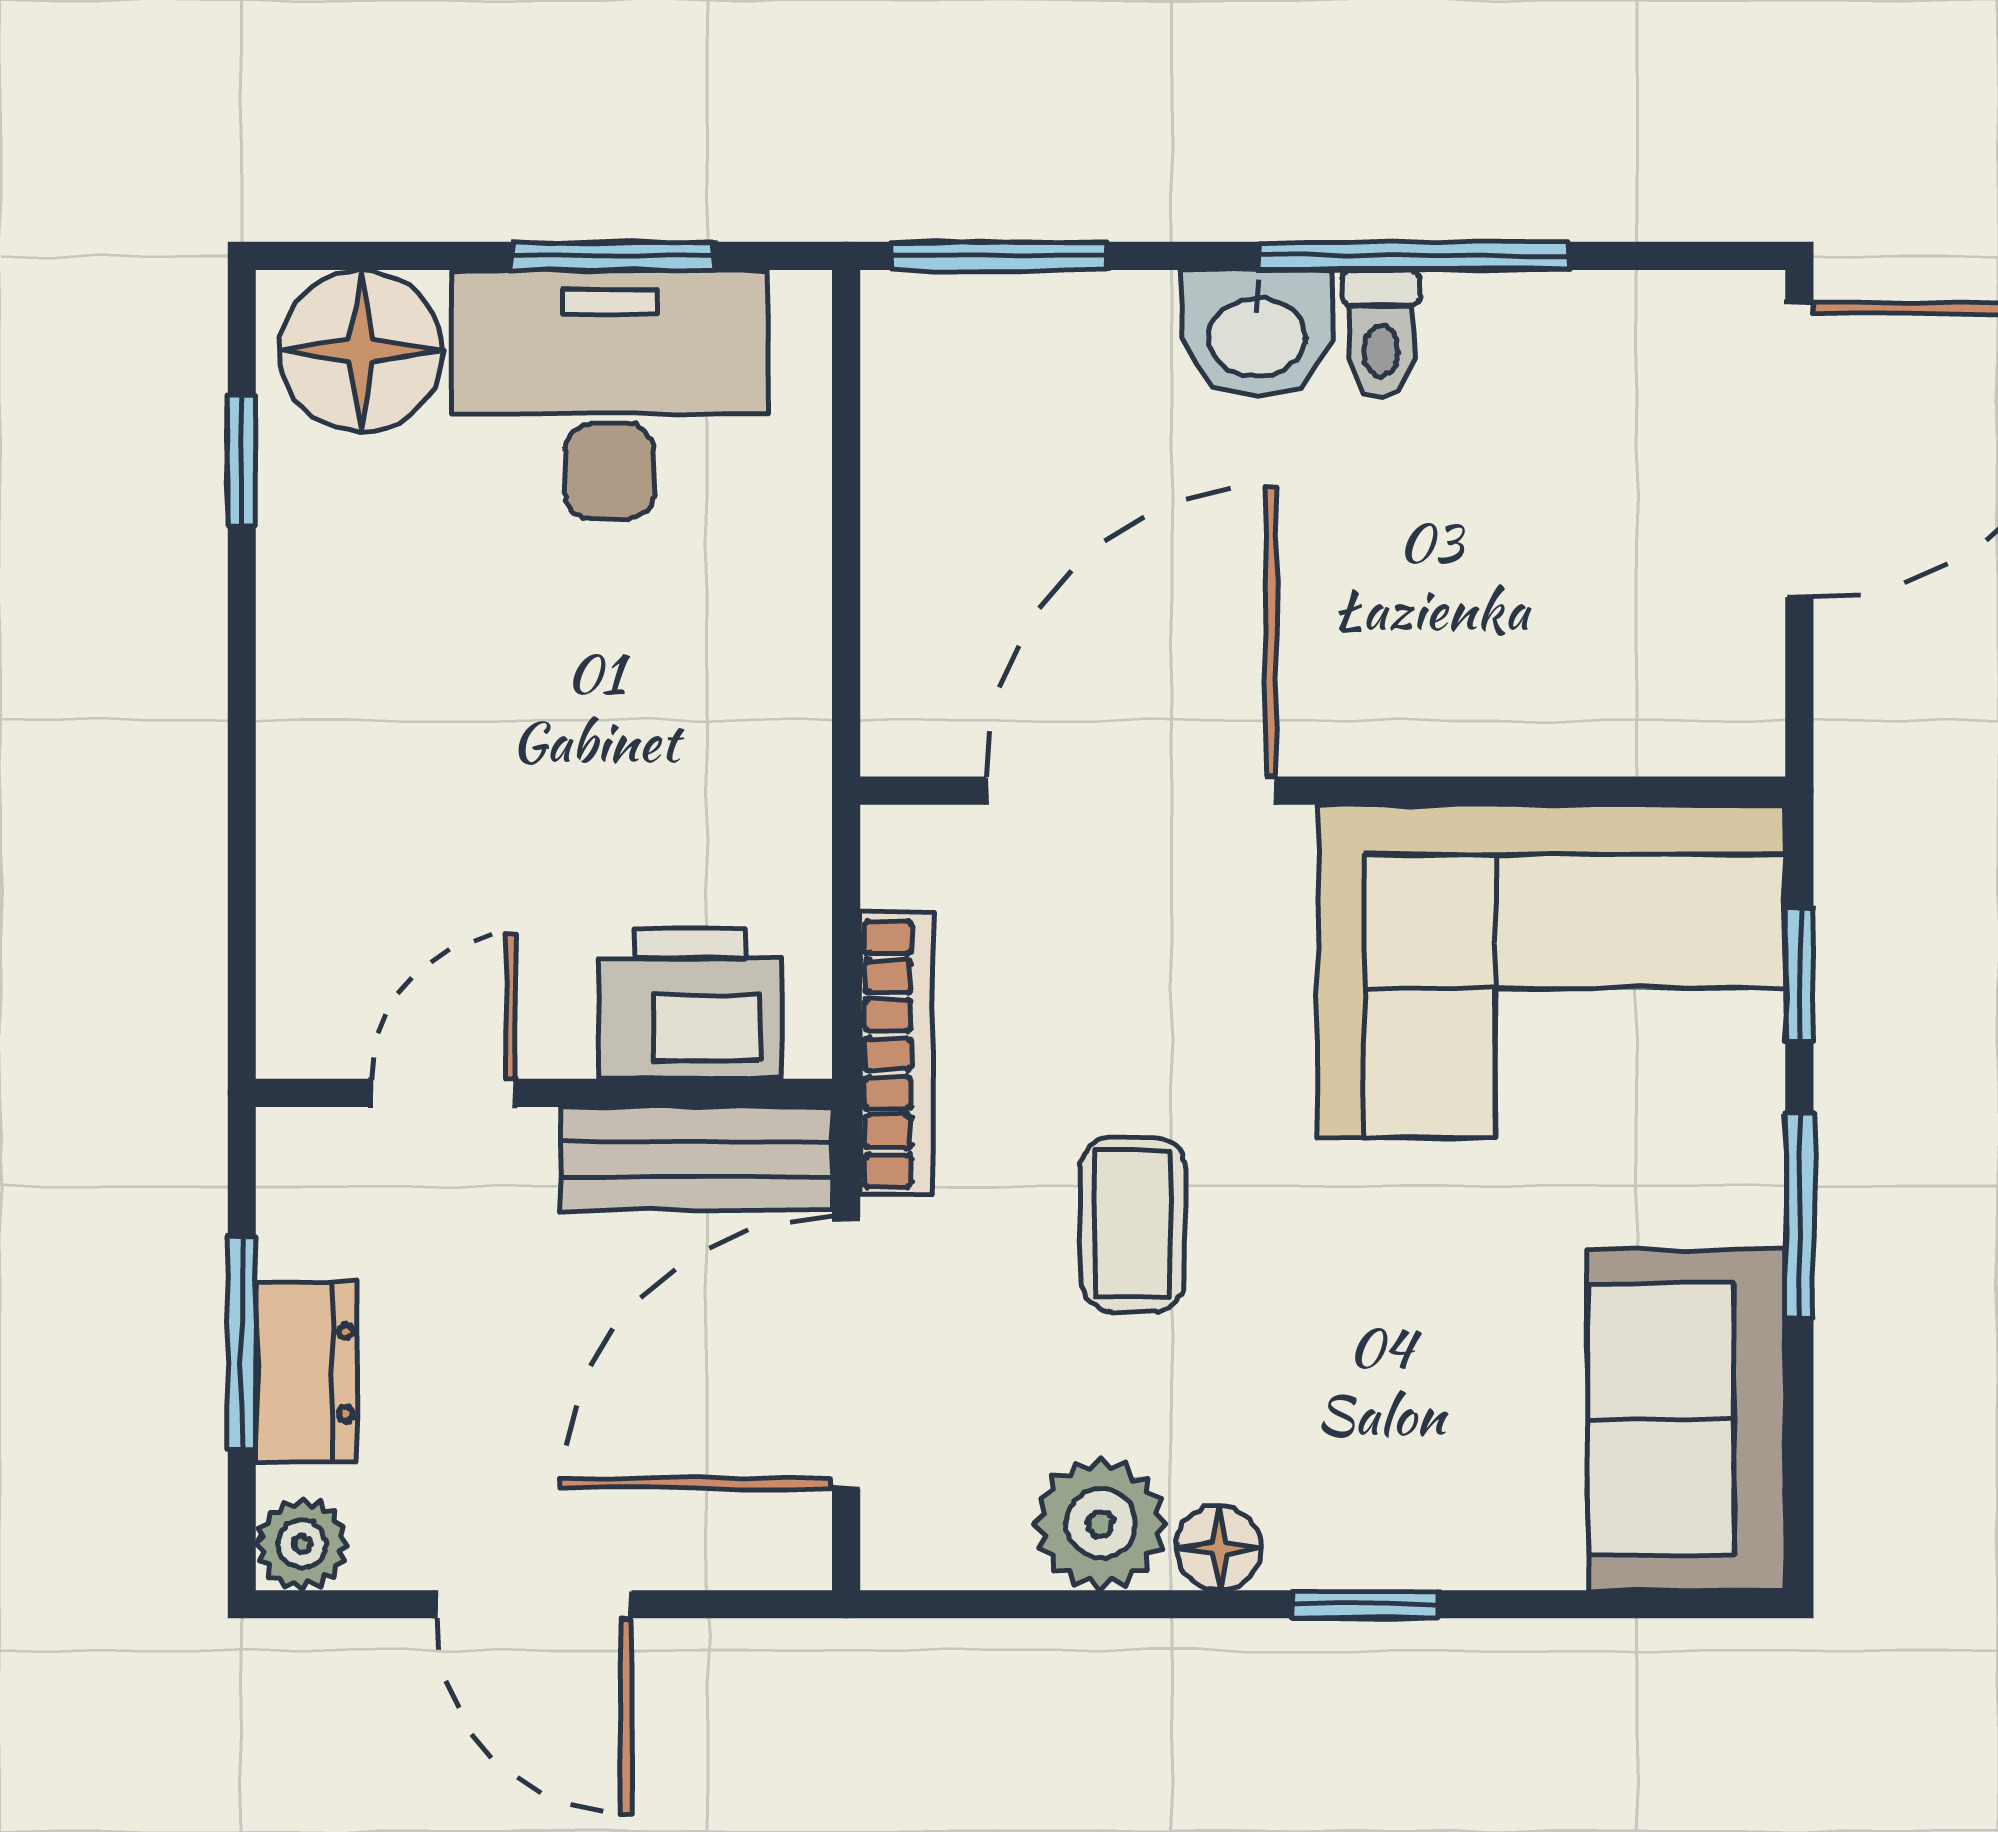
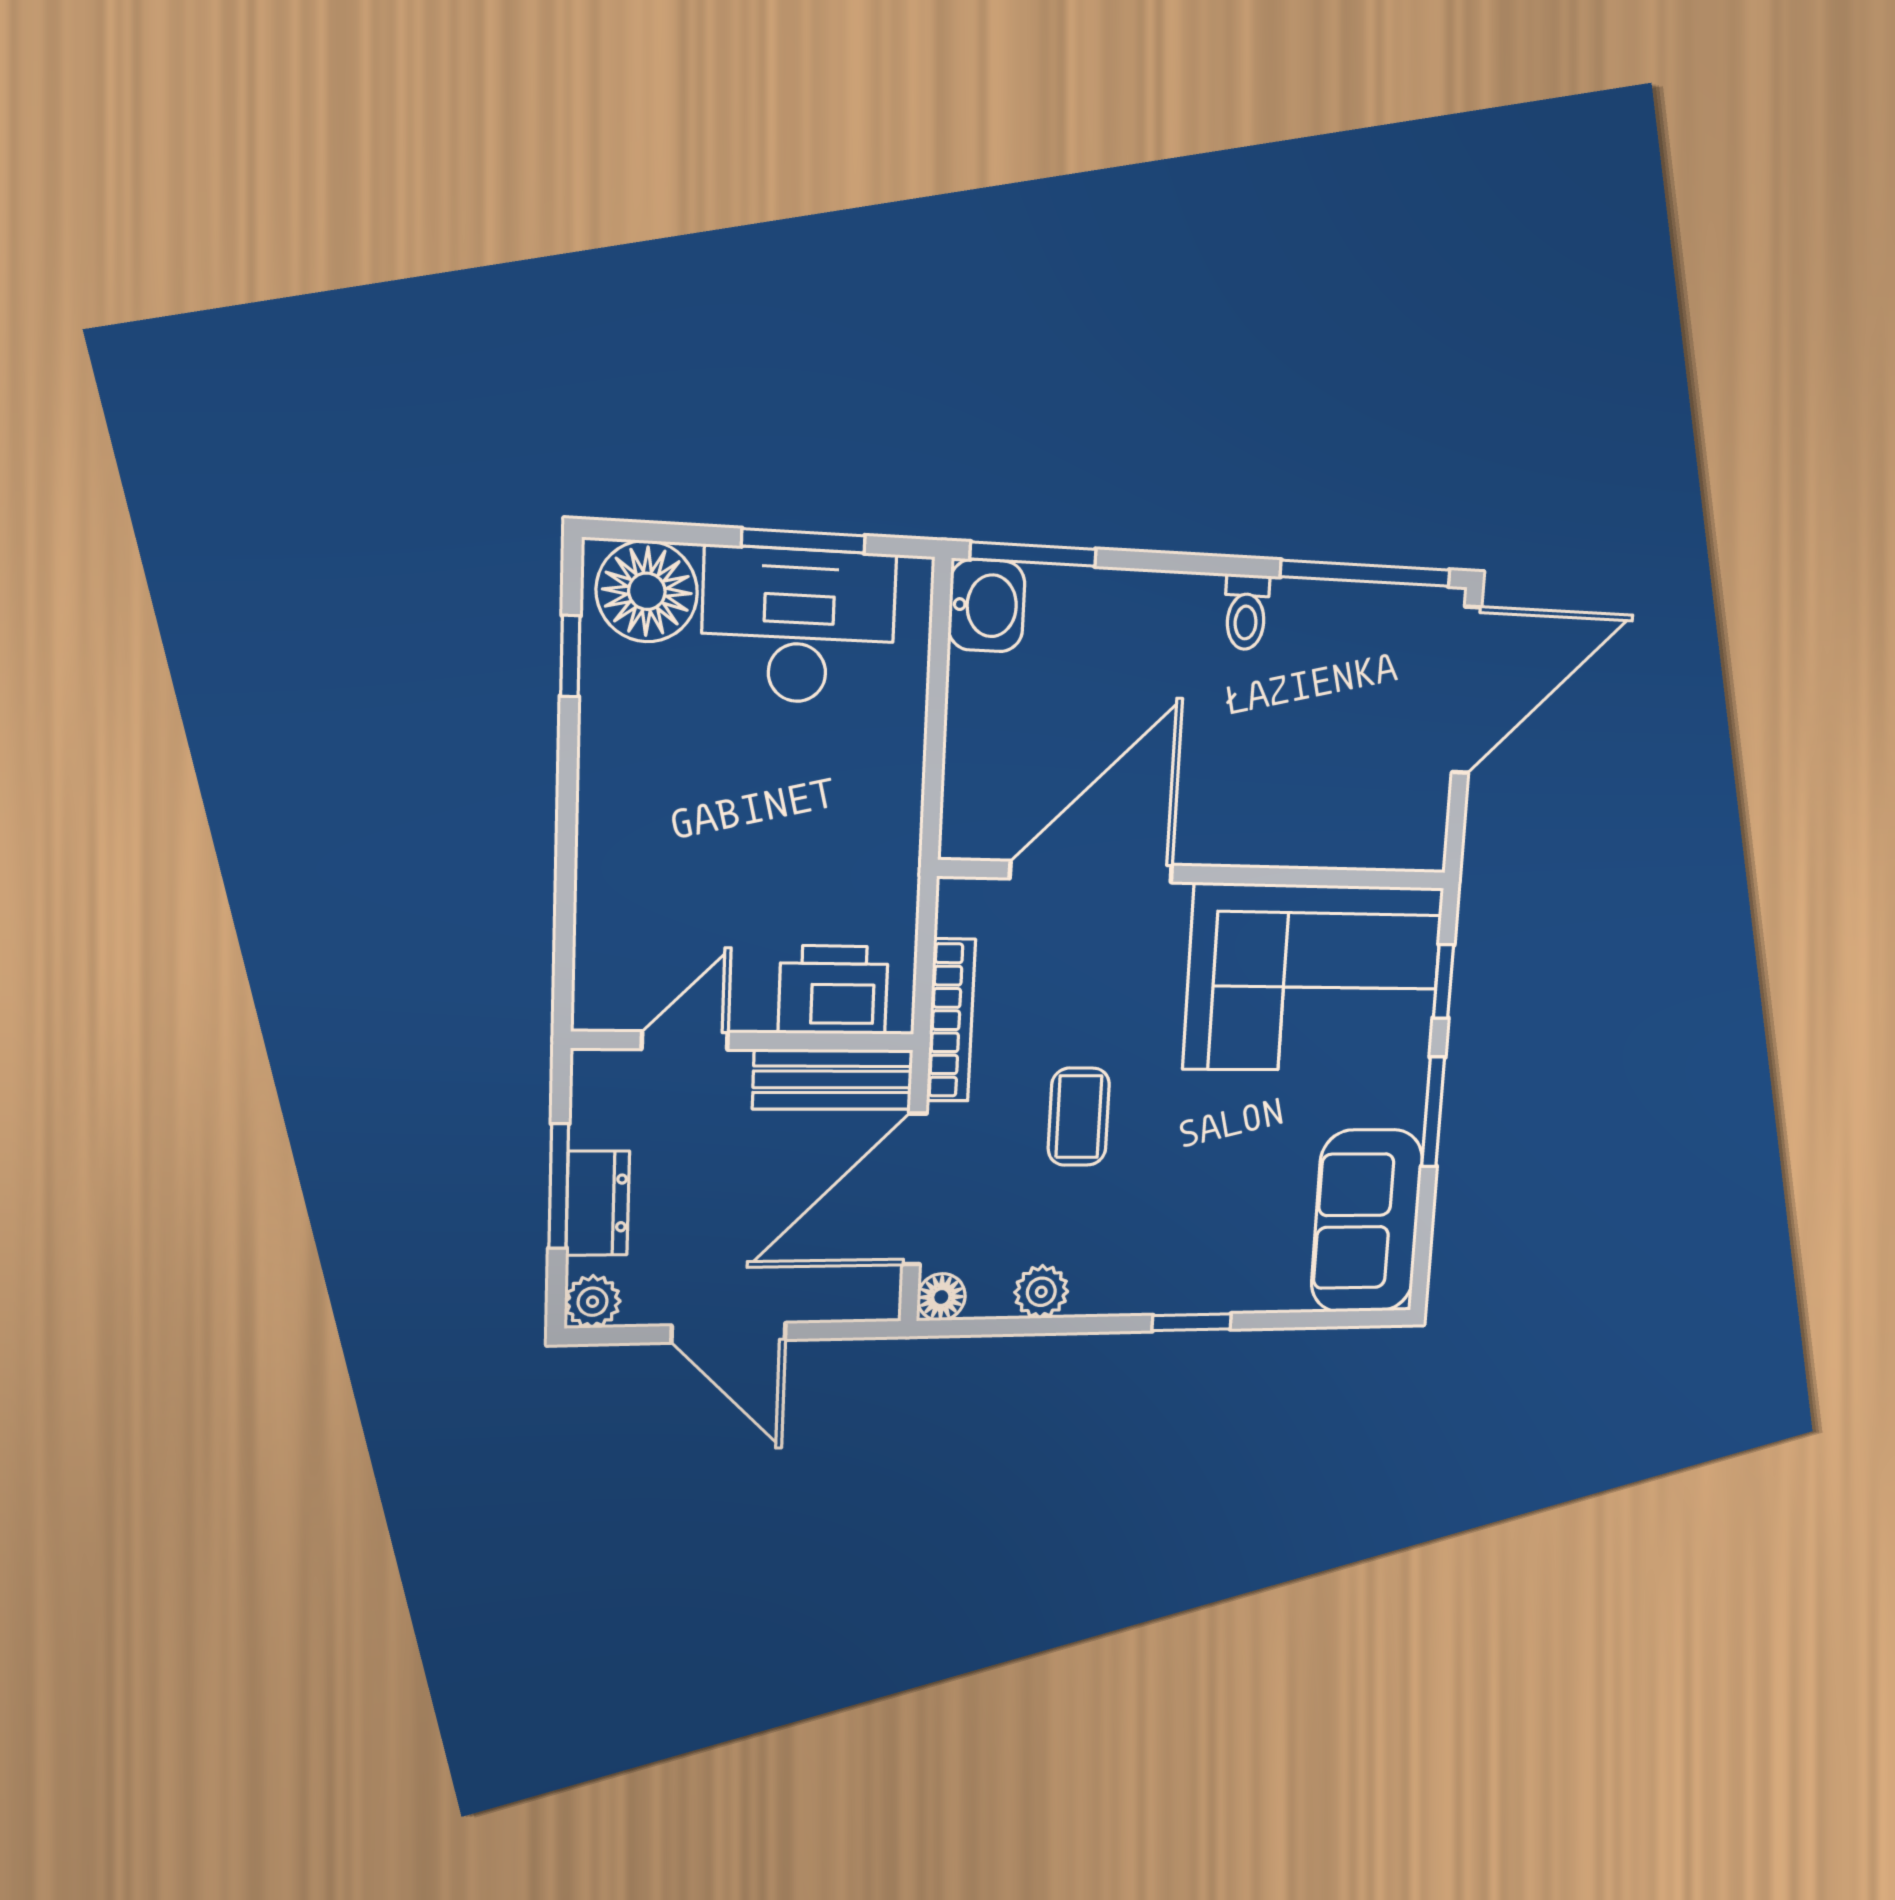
window: (1414, 256) -> (1366, 573), moved
washbasin: (1257, 334) -> (987, 605), moved, turned -90
plant: (1101, 1524) -> (1041, 1292), width x0.73, depth x0.73
floor lamp: (1219, 1548) -> (941, 1297), moved

